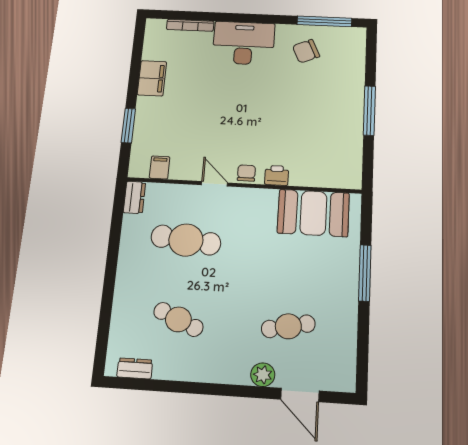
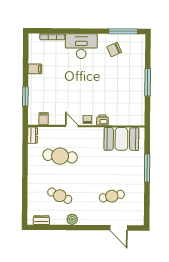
filing cabinet: (152, 78) -> (35, 69), width x0.50
plant: (263, 375) -> (72, 219), moved

